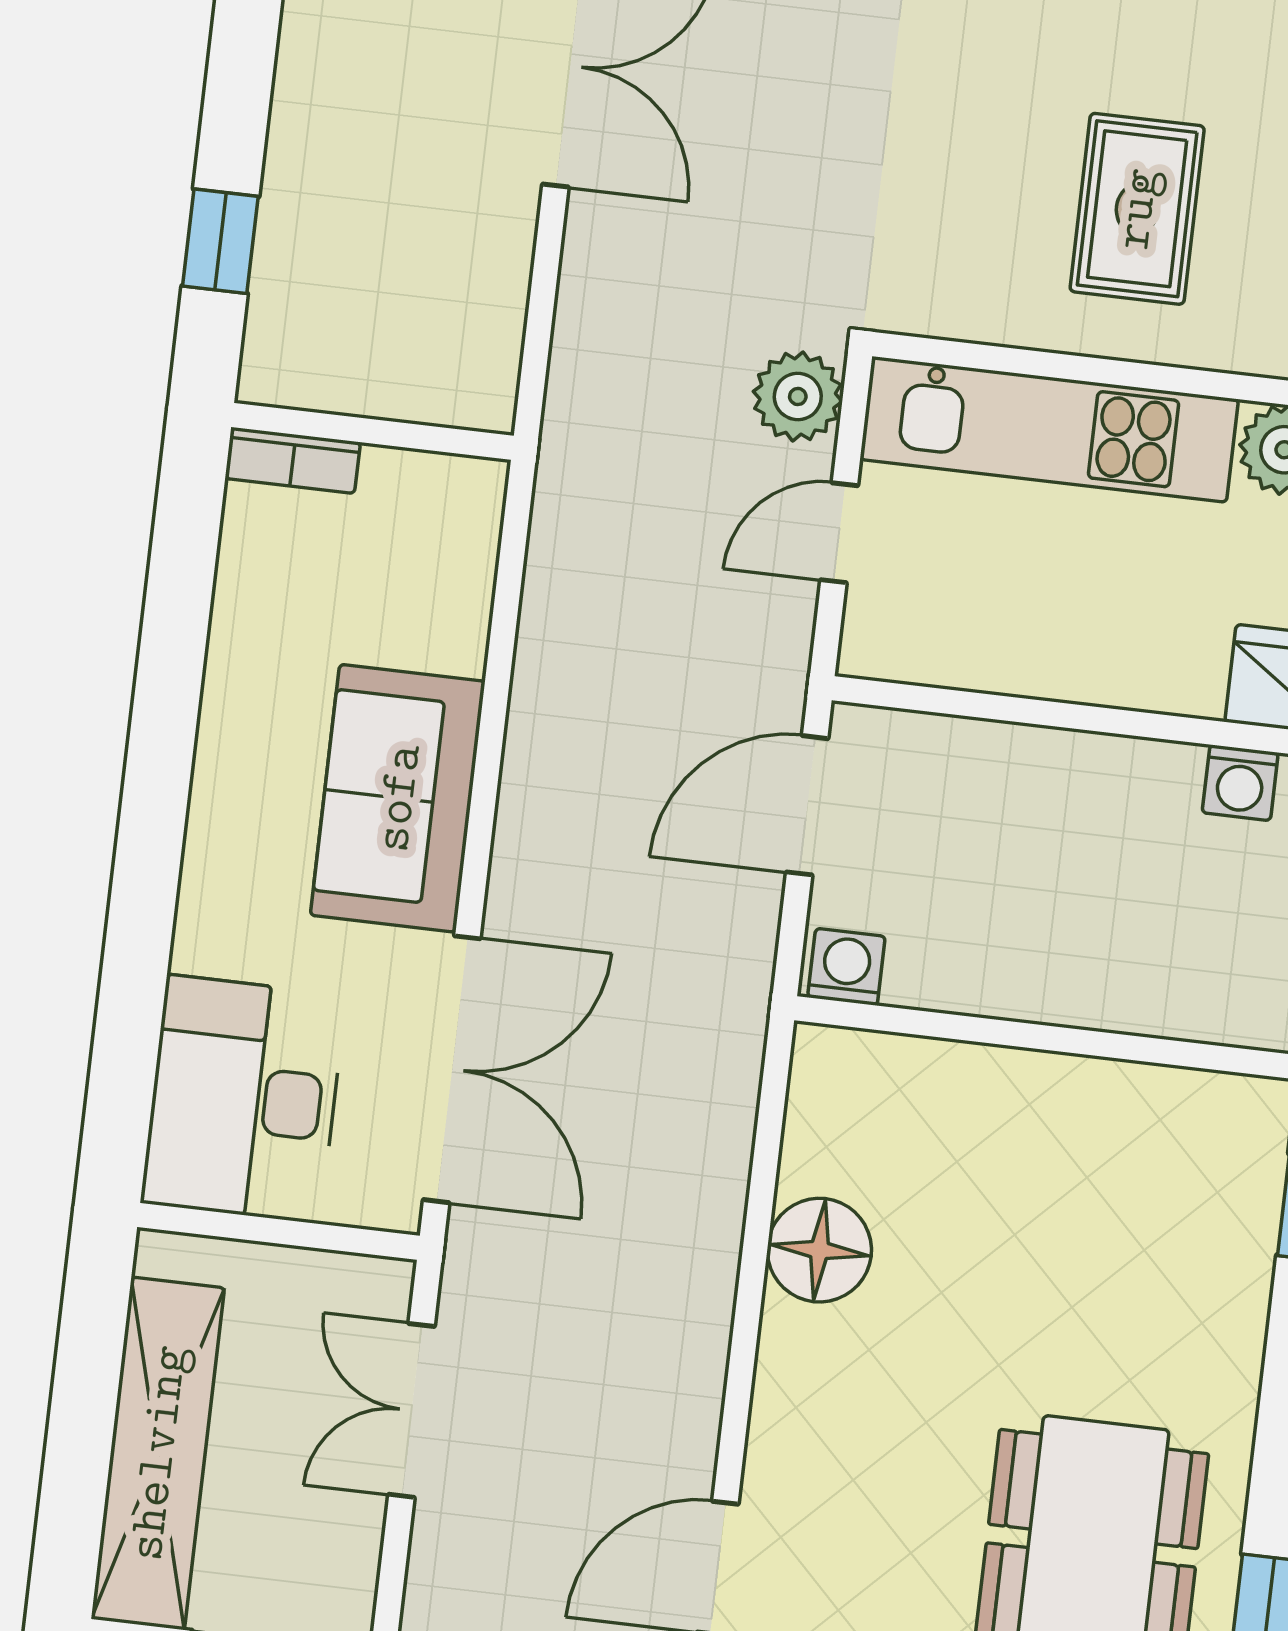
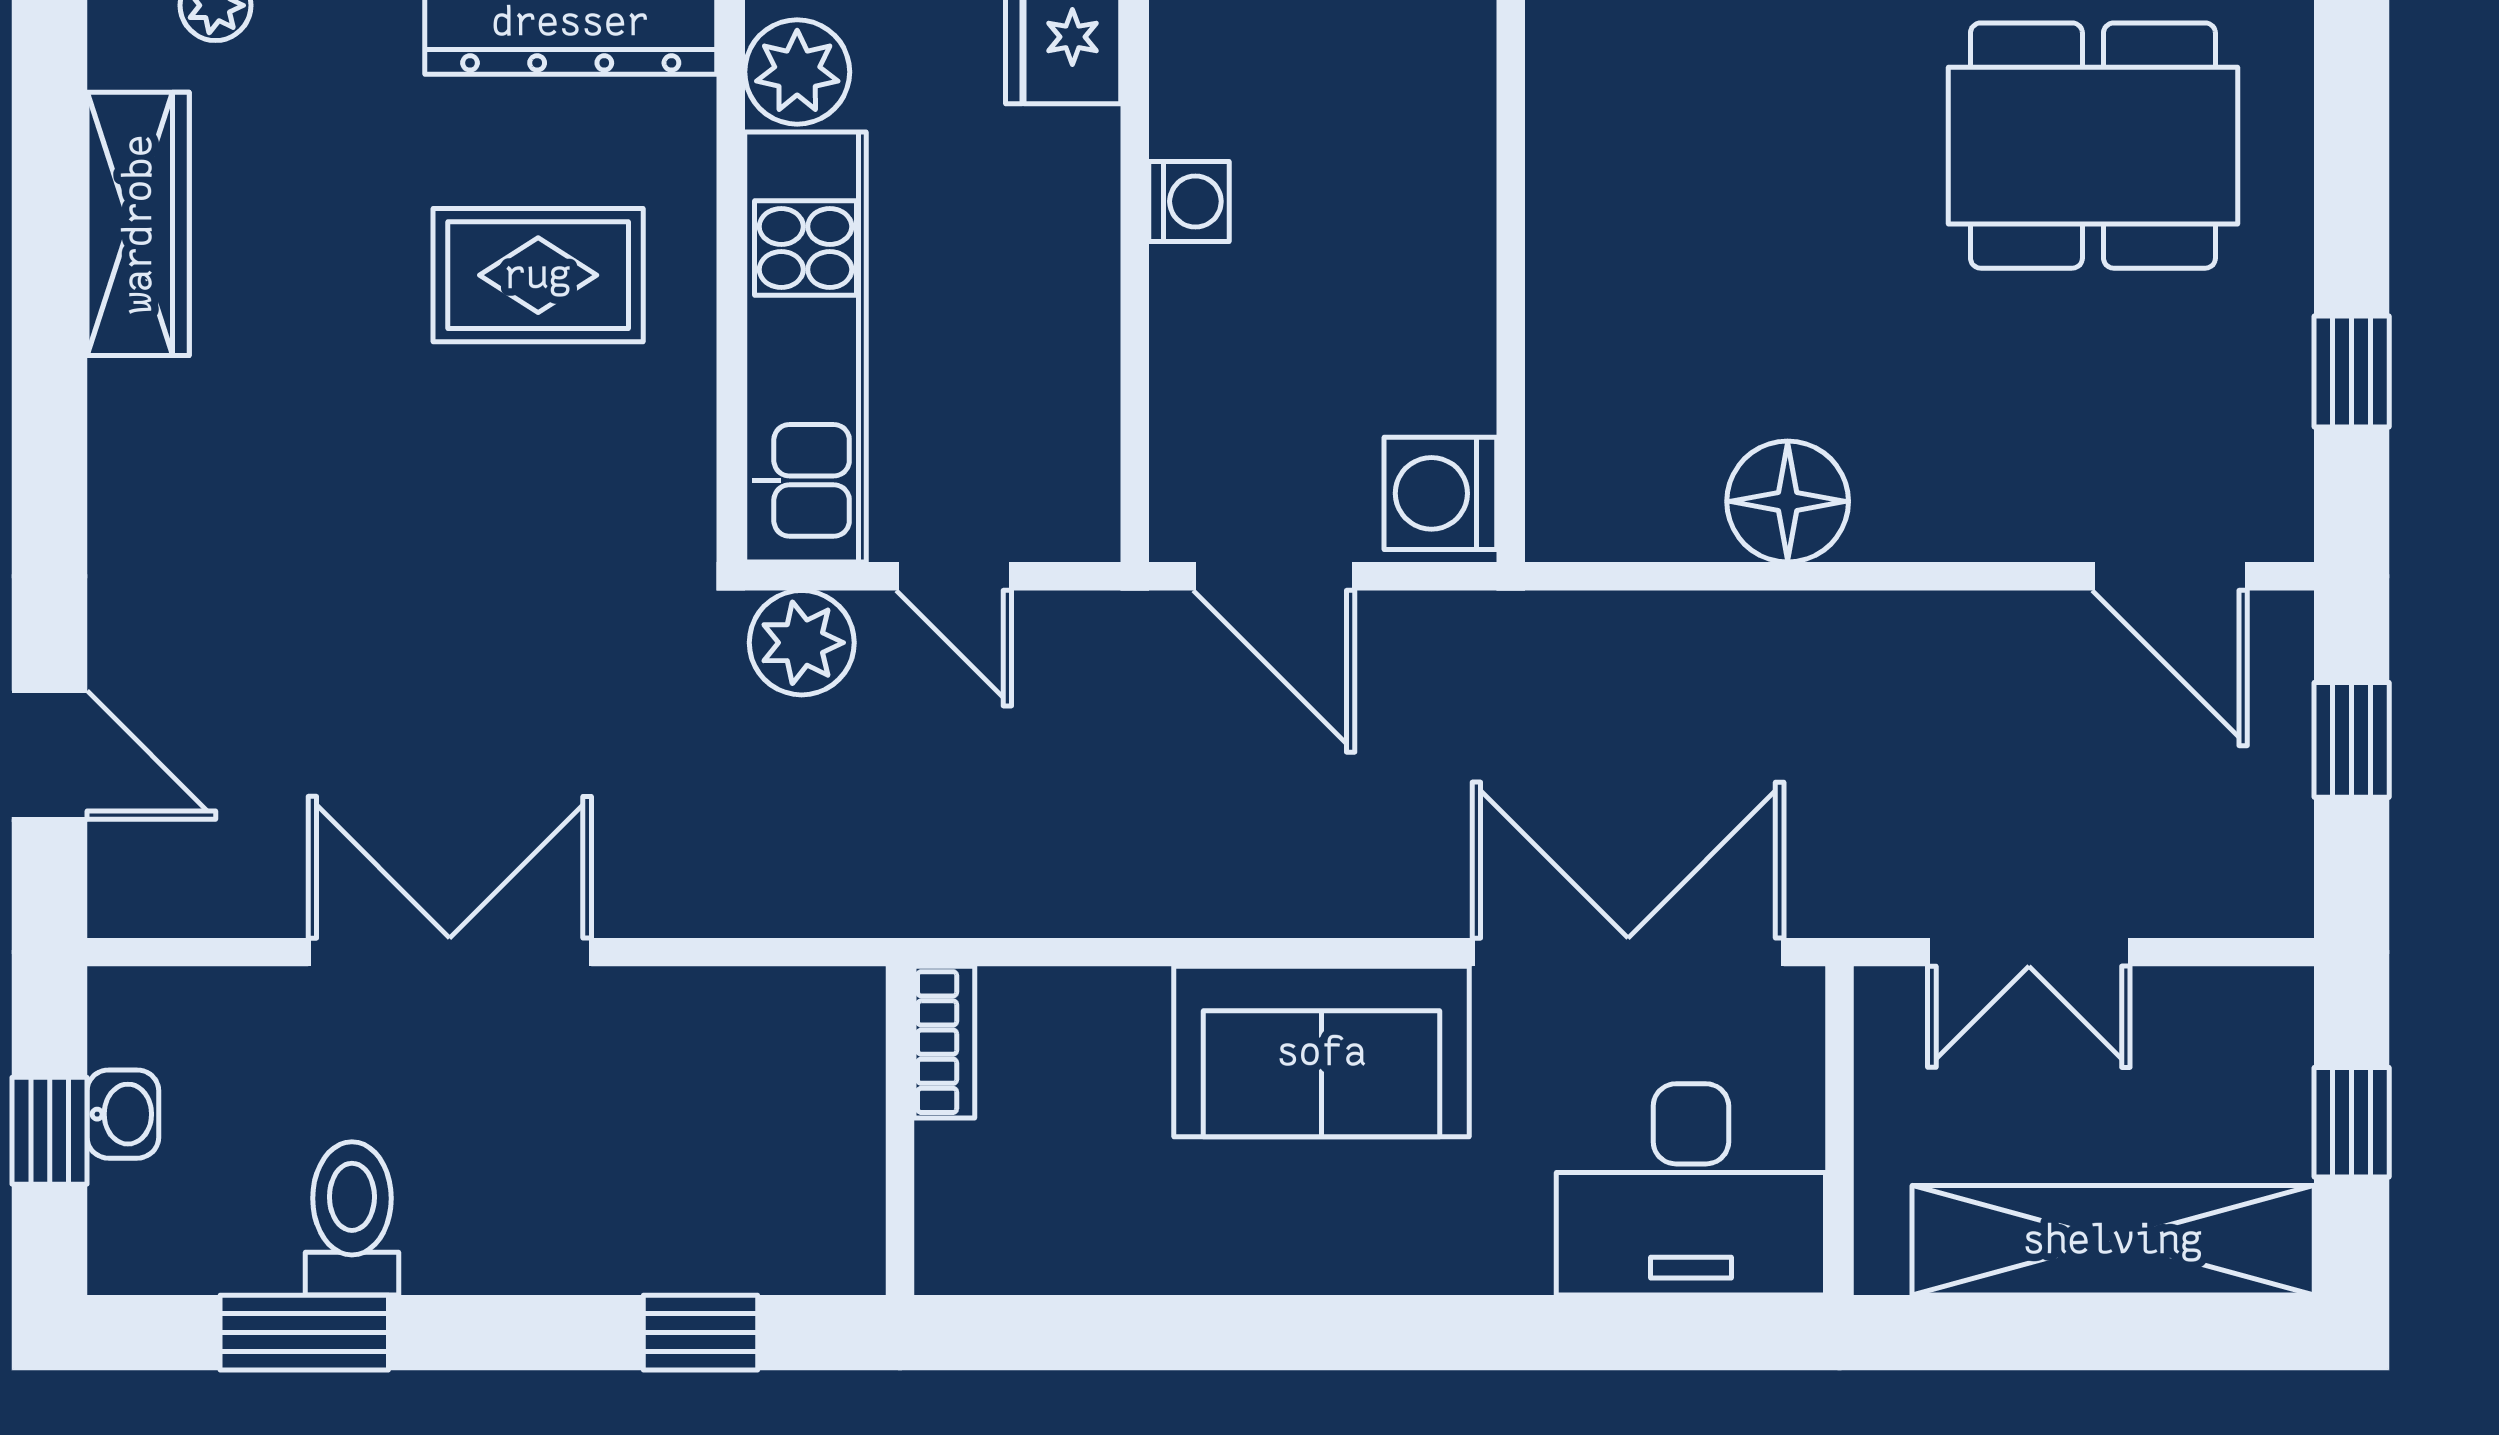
bookcase: (293, 460) -> (944, 1042), moved
washing machine: (1240, 783) -> (1189, 201), moved
washing machine: (846, 967) -> (1440, 493), width x1.38, depth x1.38

